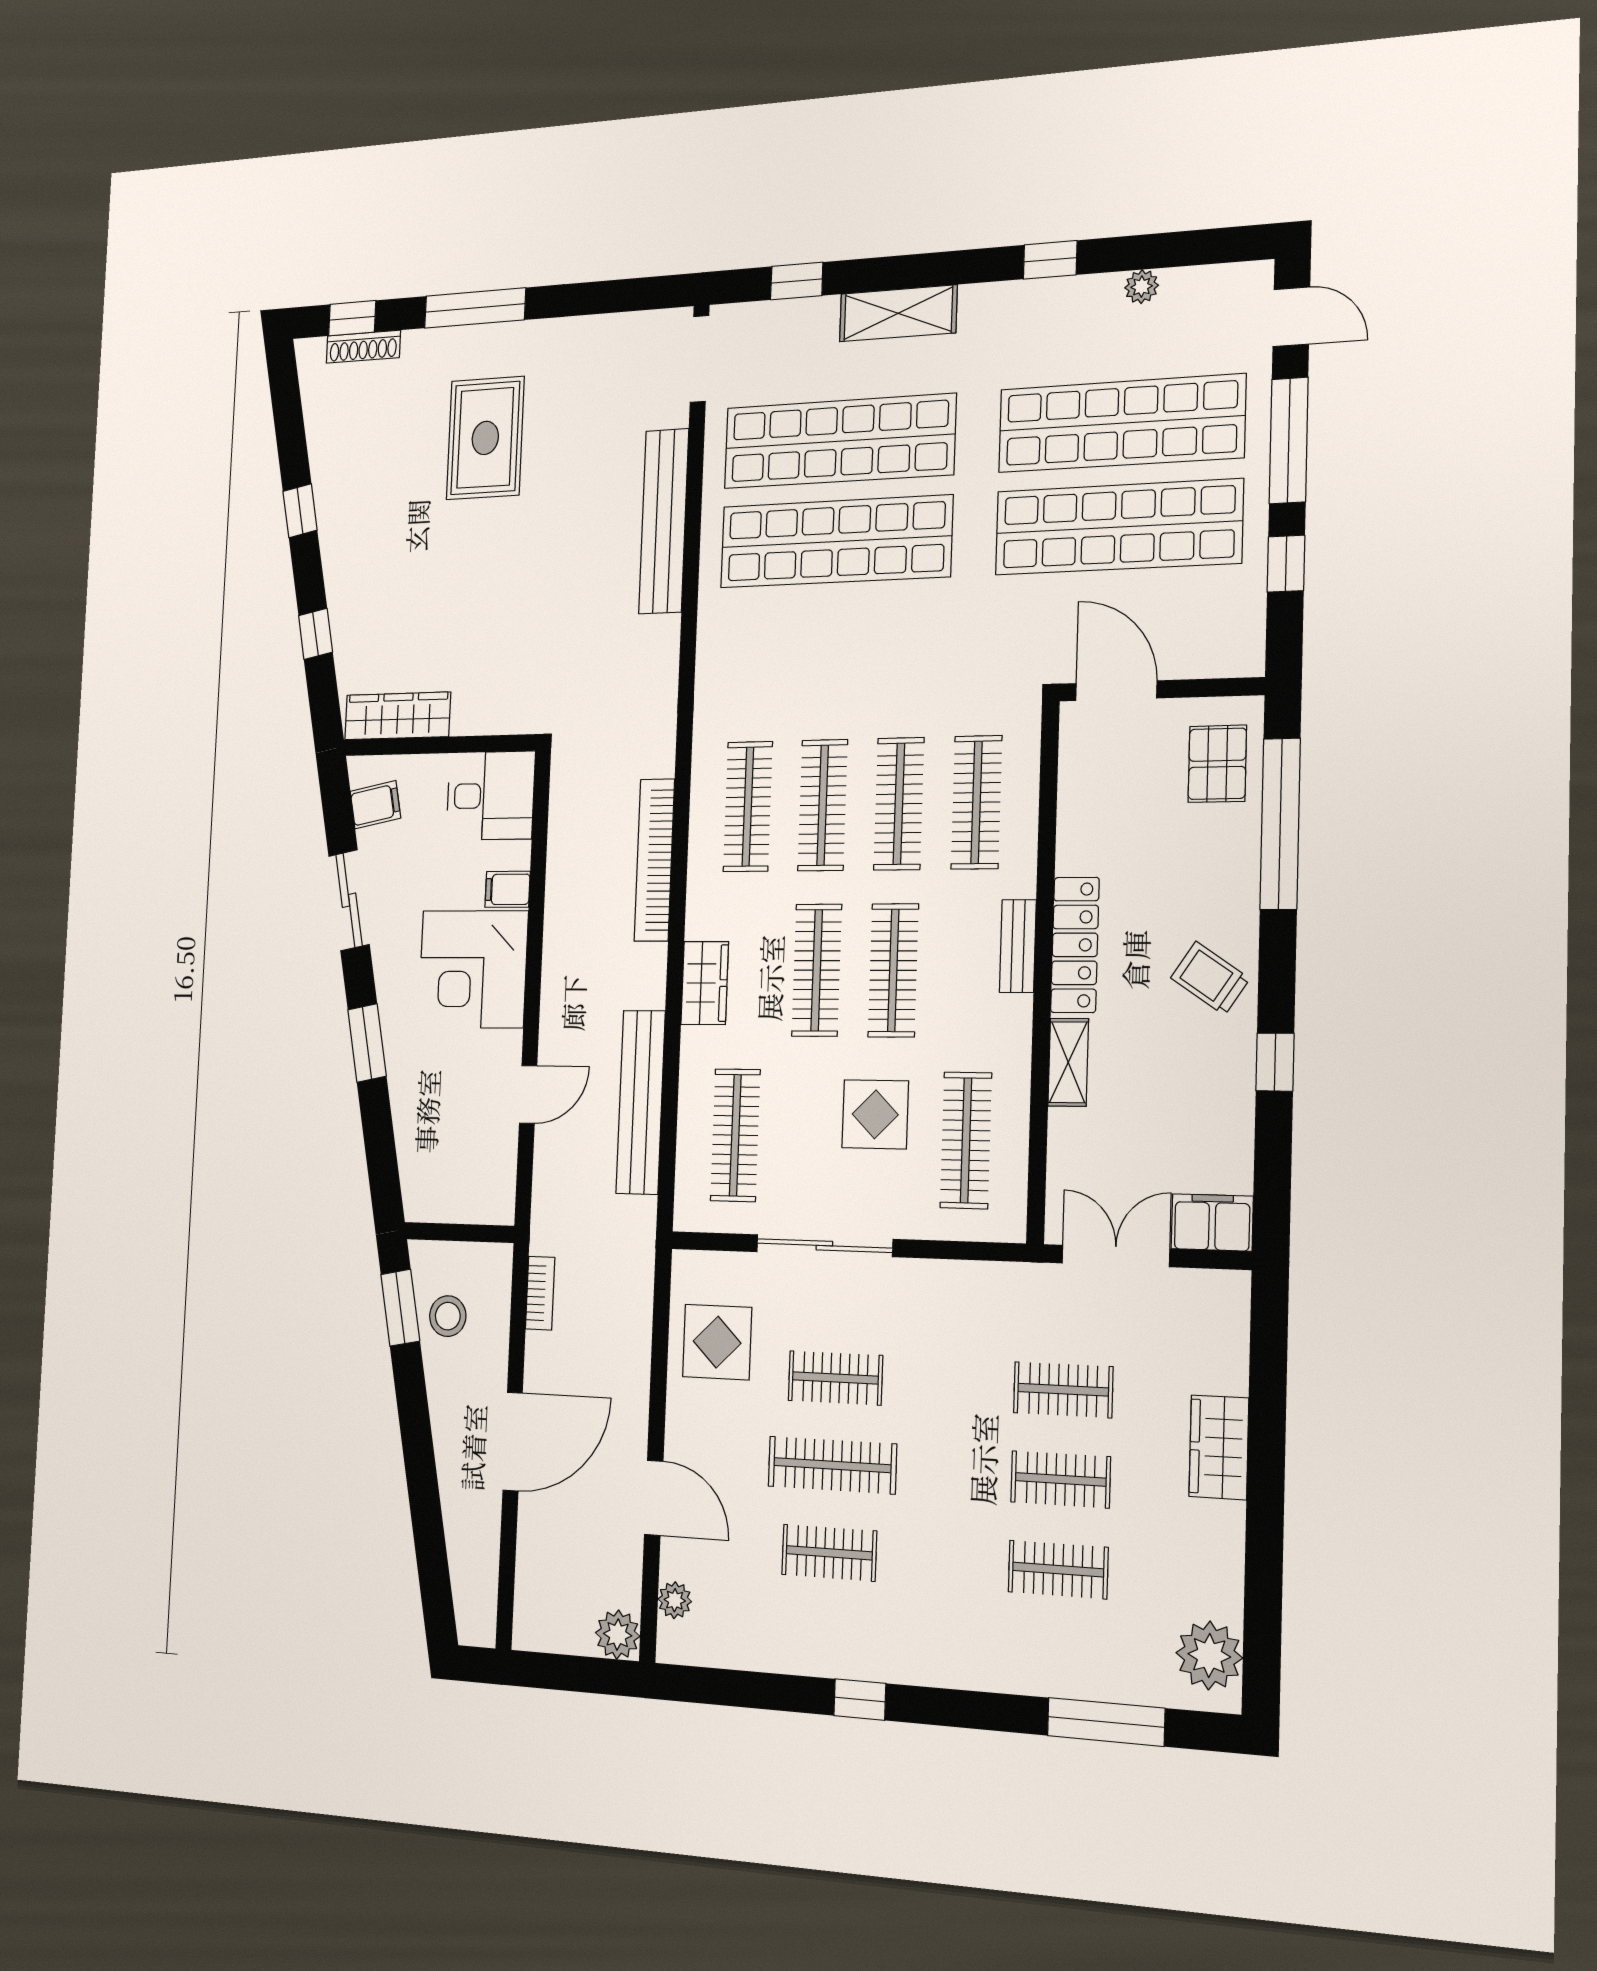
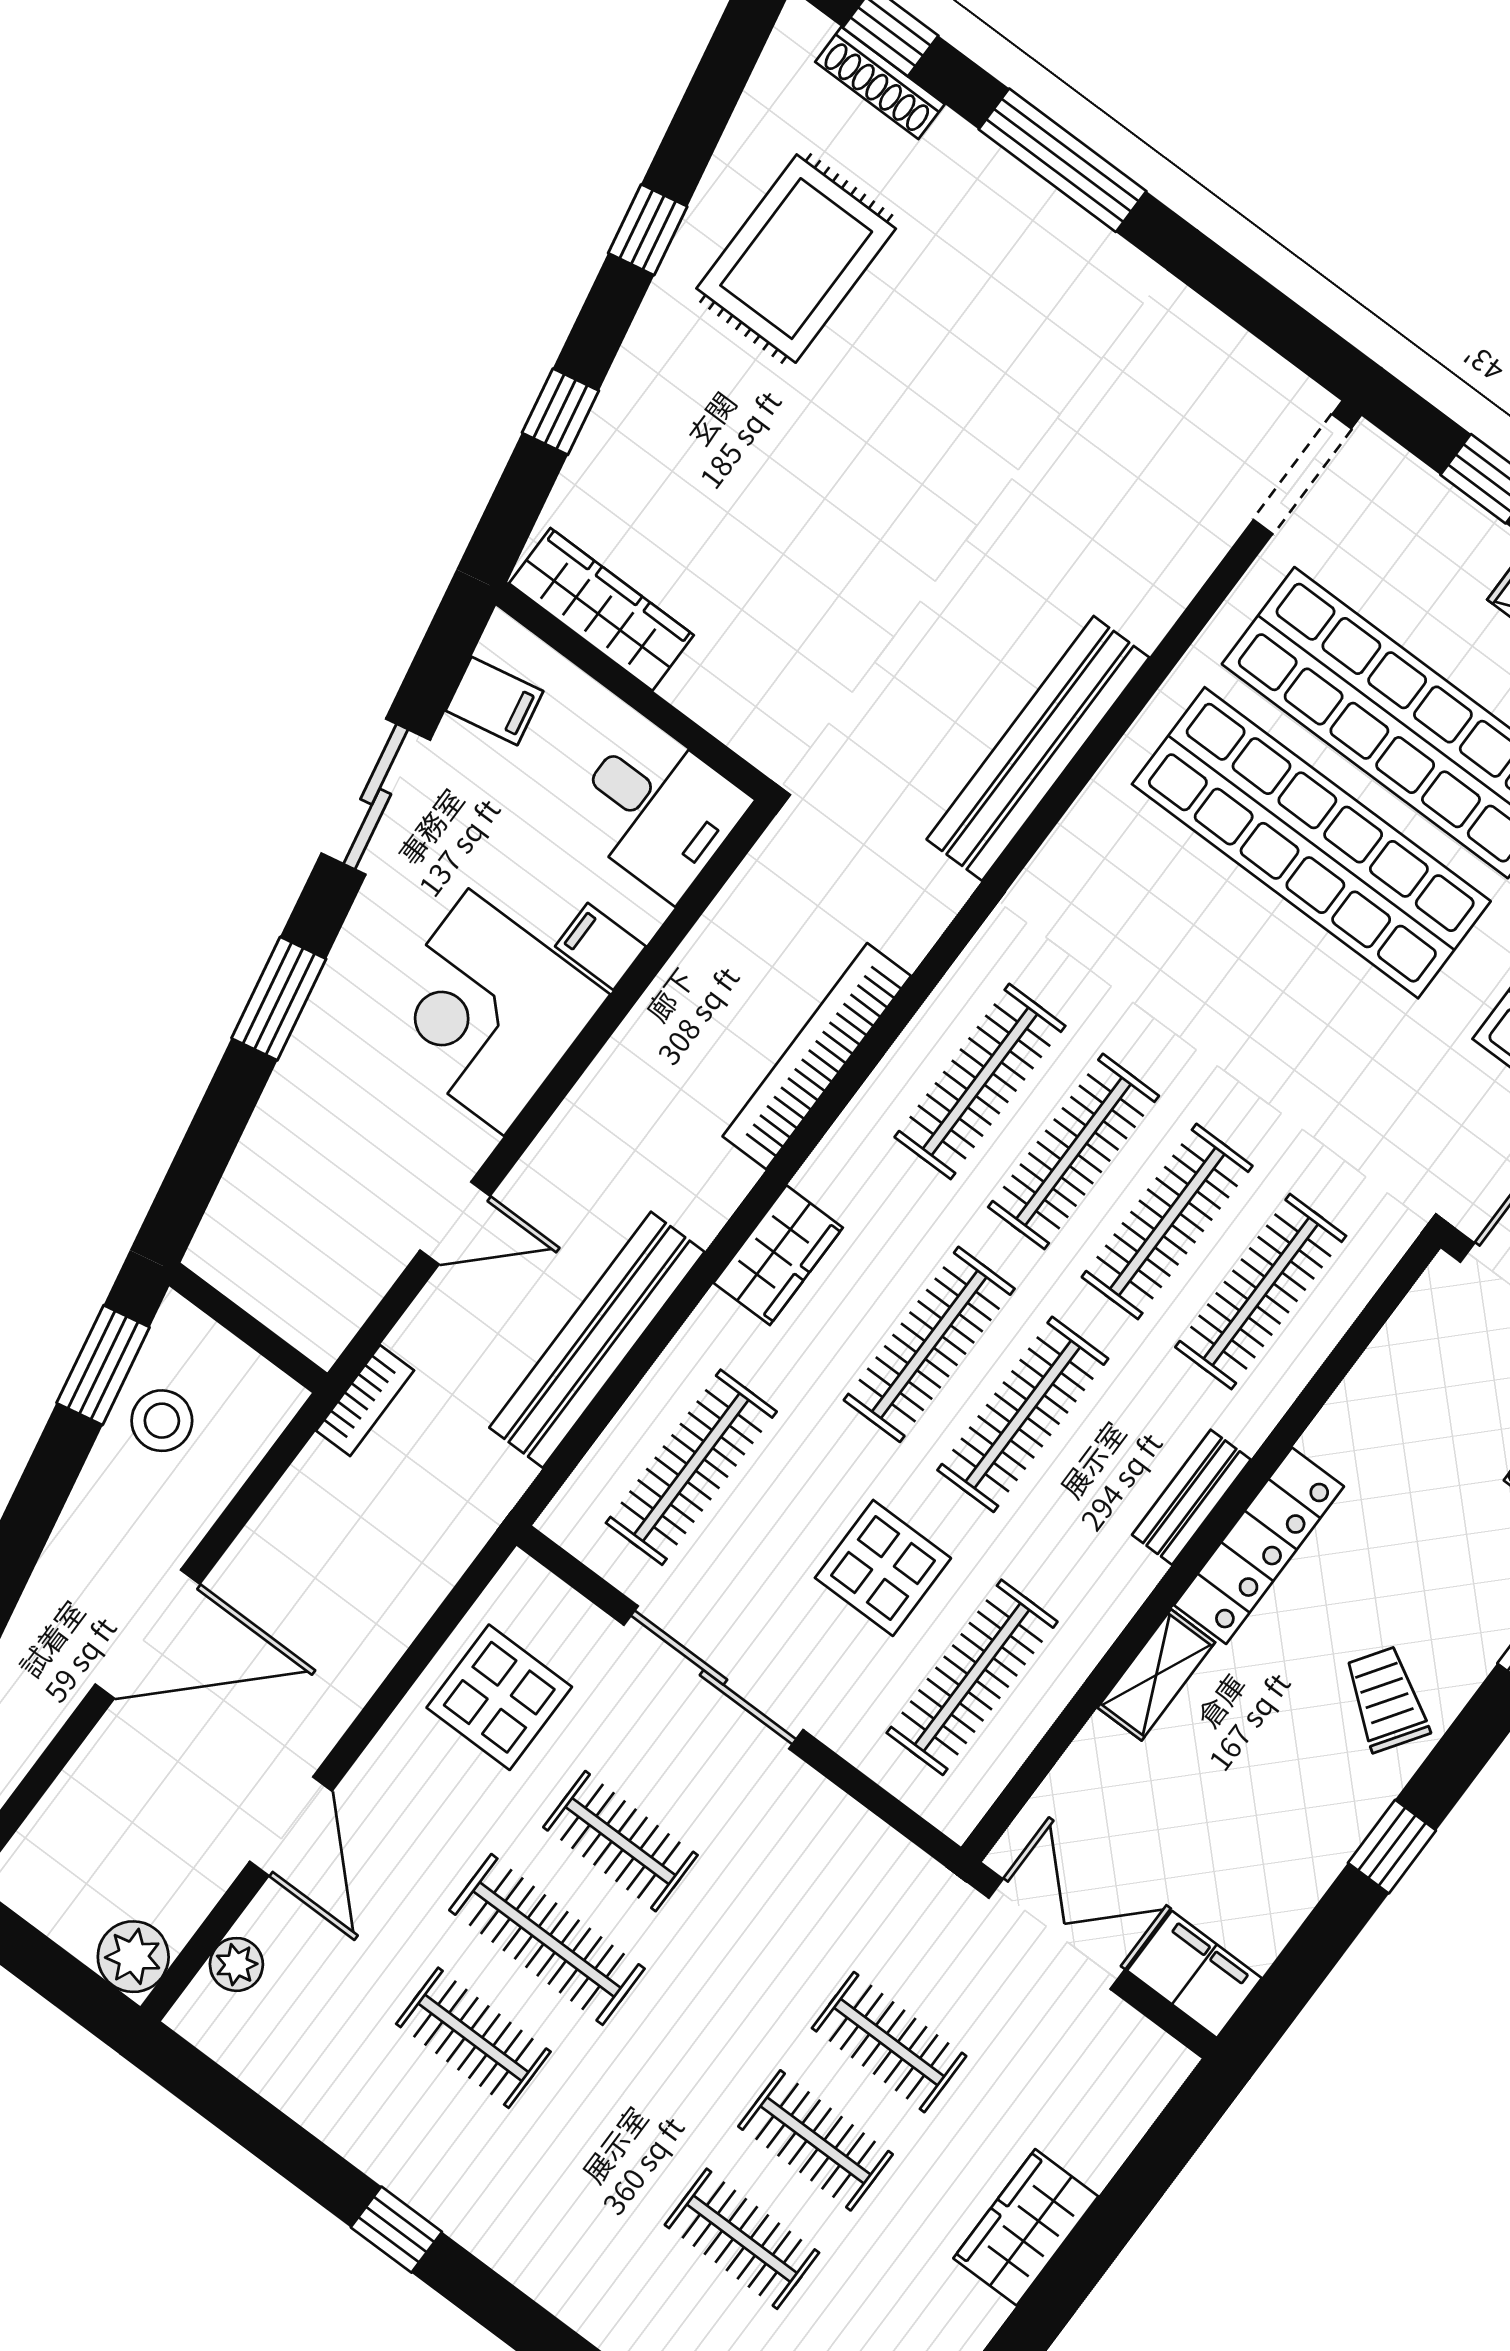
rug: (485, 438) -> (796, 259), moved
bench: (664, 521) -> (1038, 748), moved
bookcase: (540, 1293) -> (365, 1400), moved

